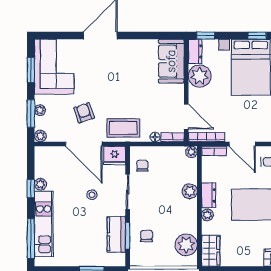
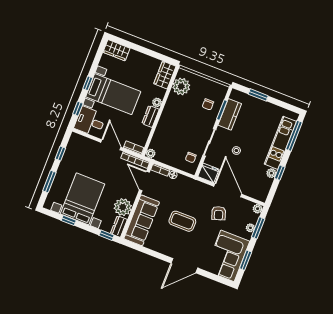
sofa: (171, 61) -> (142, 220), width x1.36
coffee table: (123, 128) -> (182, 221), moved
plant: (190, 191) -> (163, 125), removed

